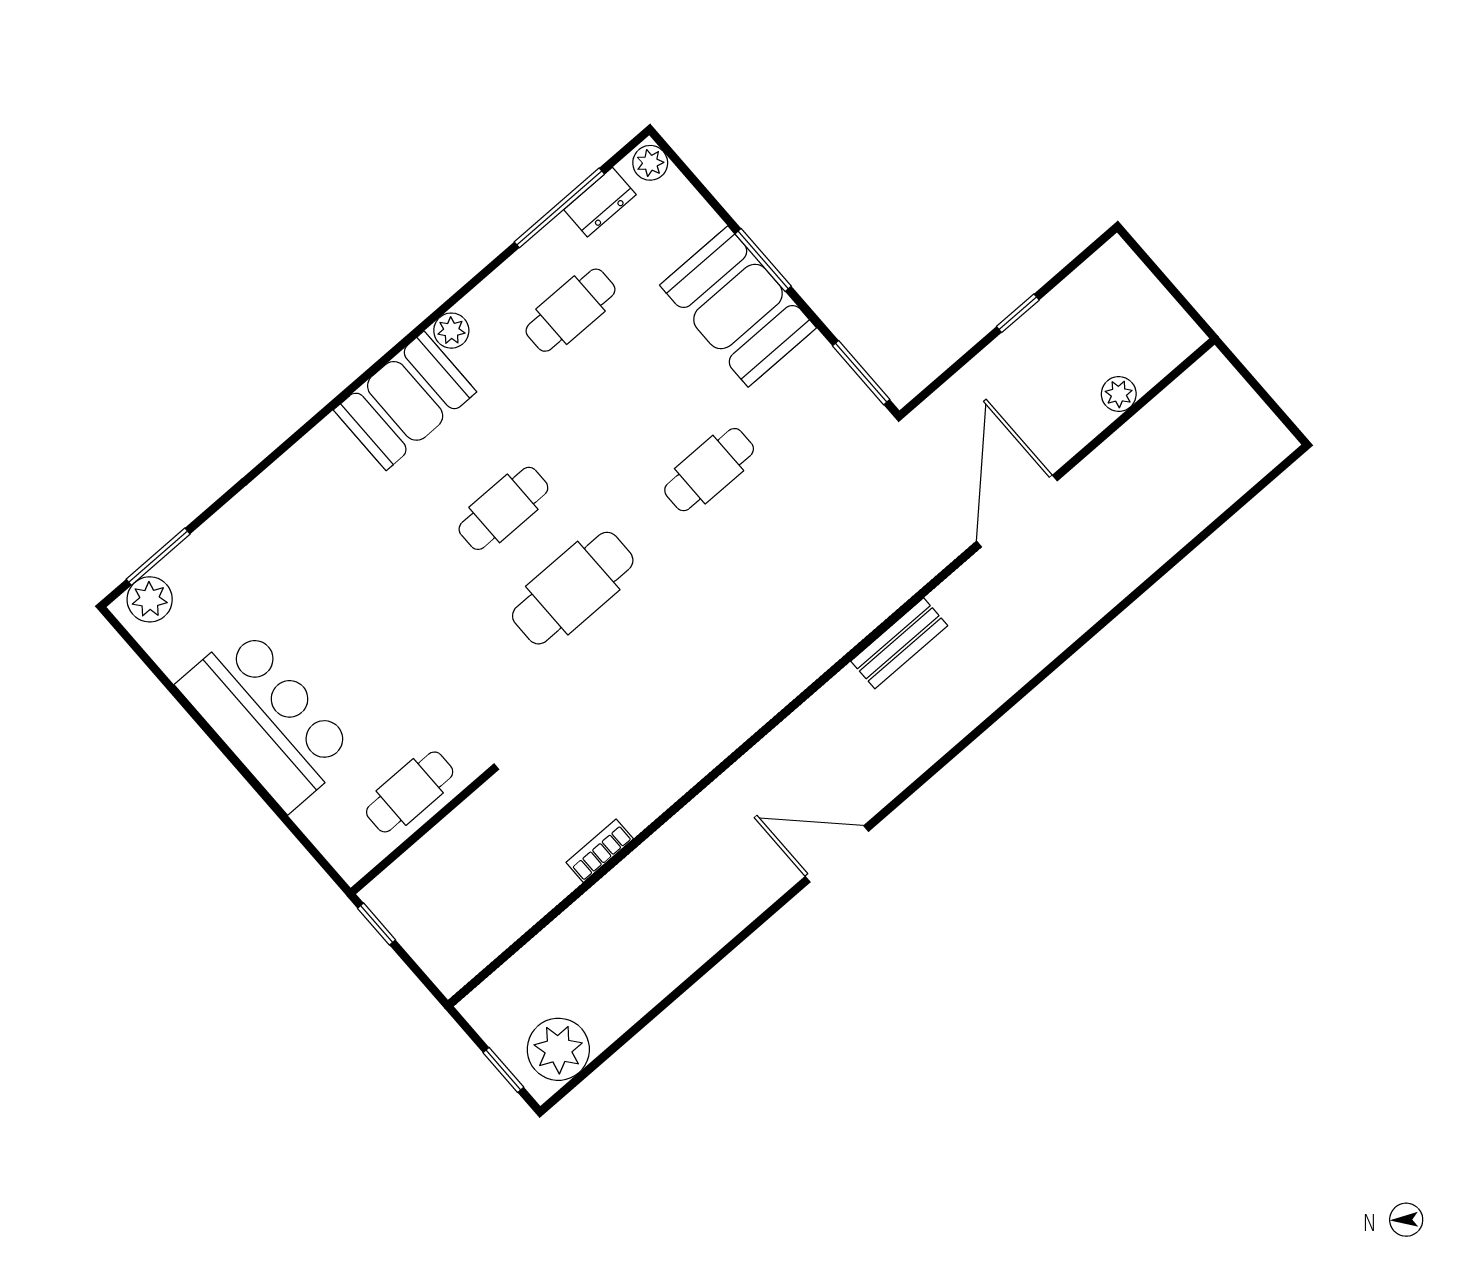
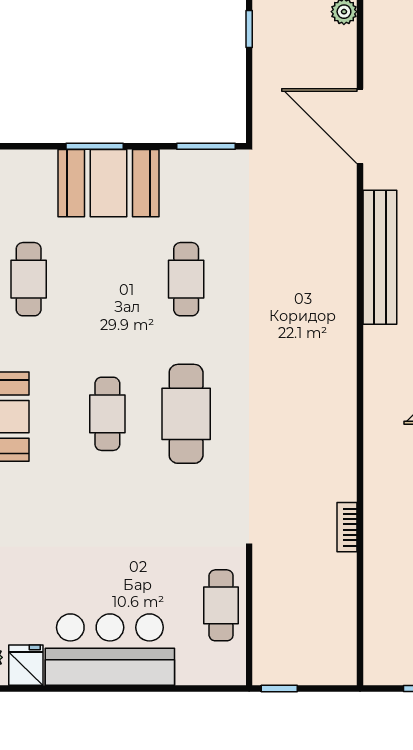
bench: (899, 643) -> (380, 257), width x1.86, depth x1.21
fridge: (177, 647) -> (26, 665), added

